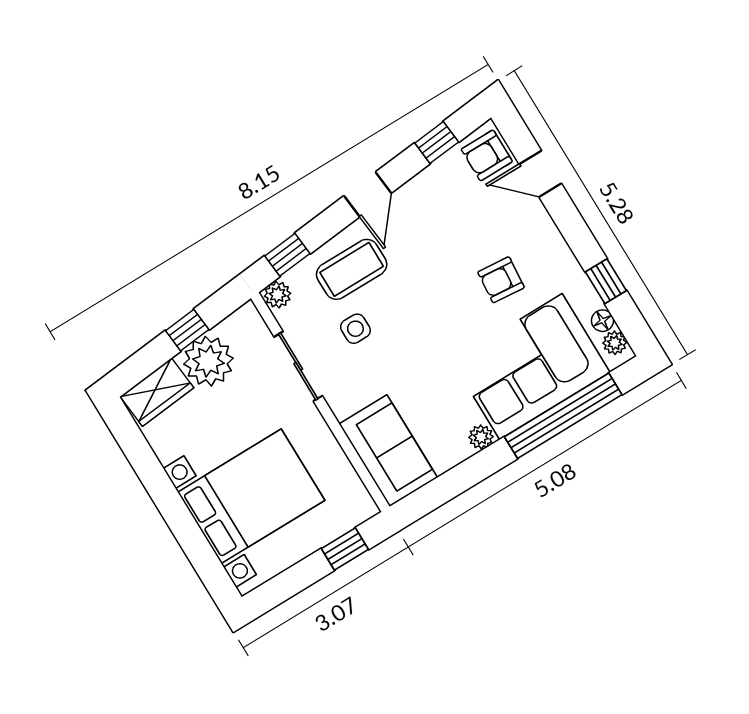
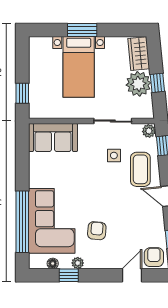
plant: (615, 343) -> (78, 263), moved
plant: (481, 437) -> (35, 181), removed
bed with nightstands: (251, 496) -> (79, 67), width x0.73
window: (175, 513) -> (82, 30), added

